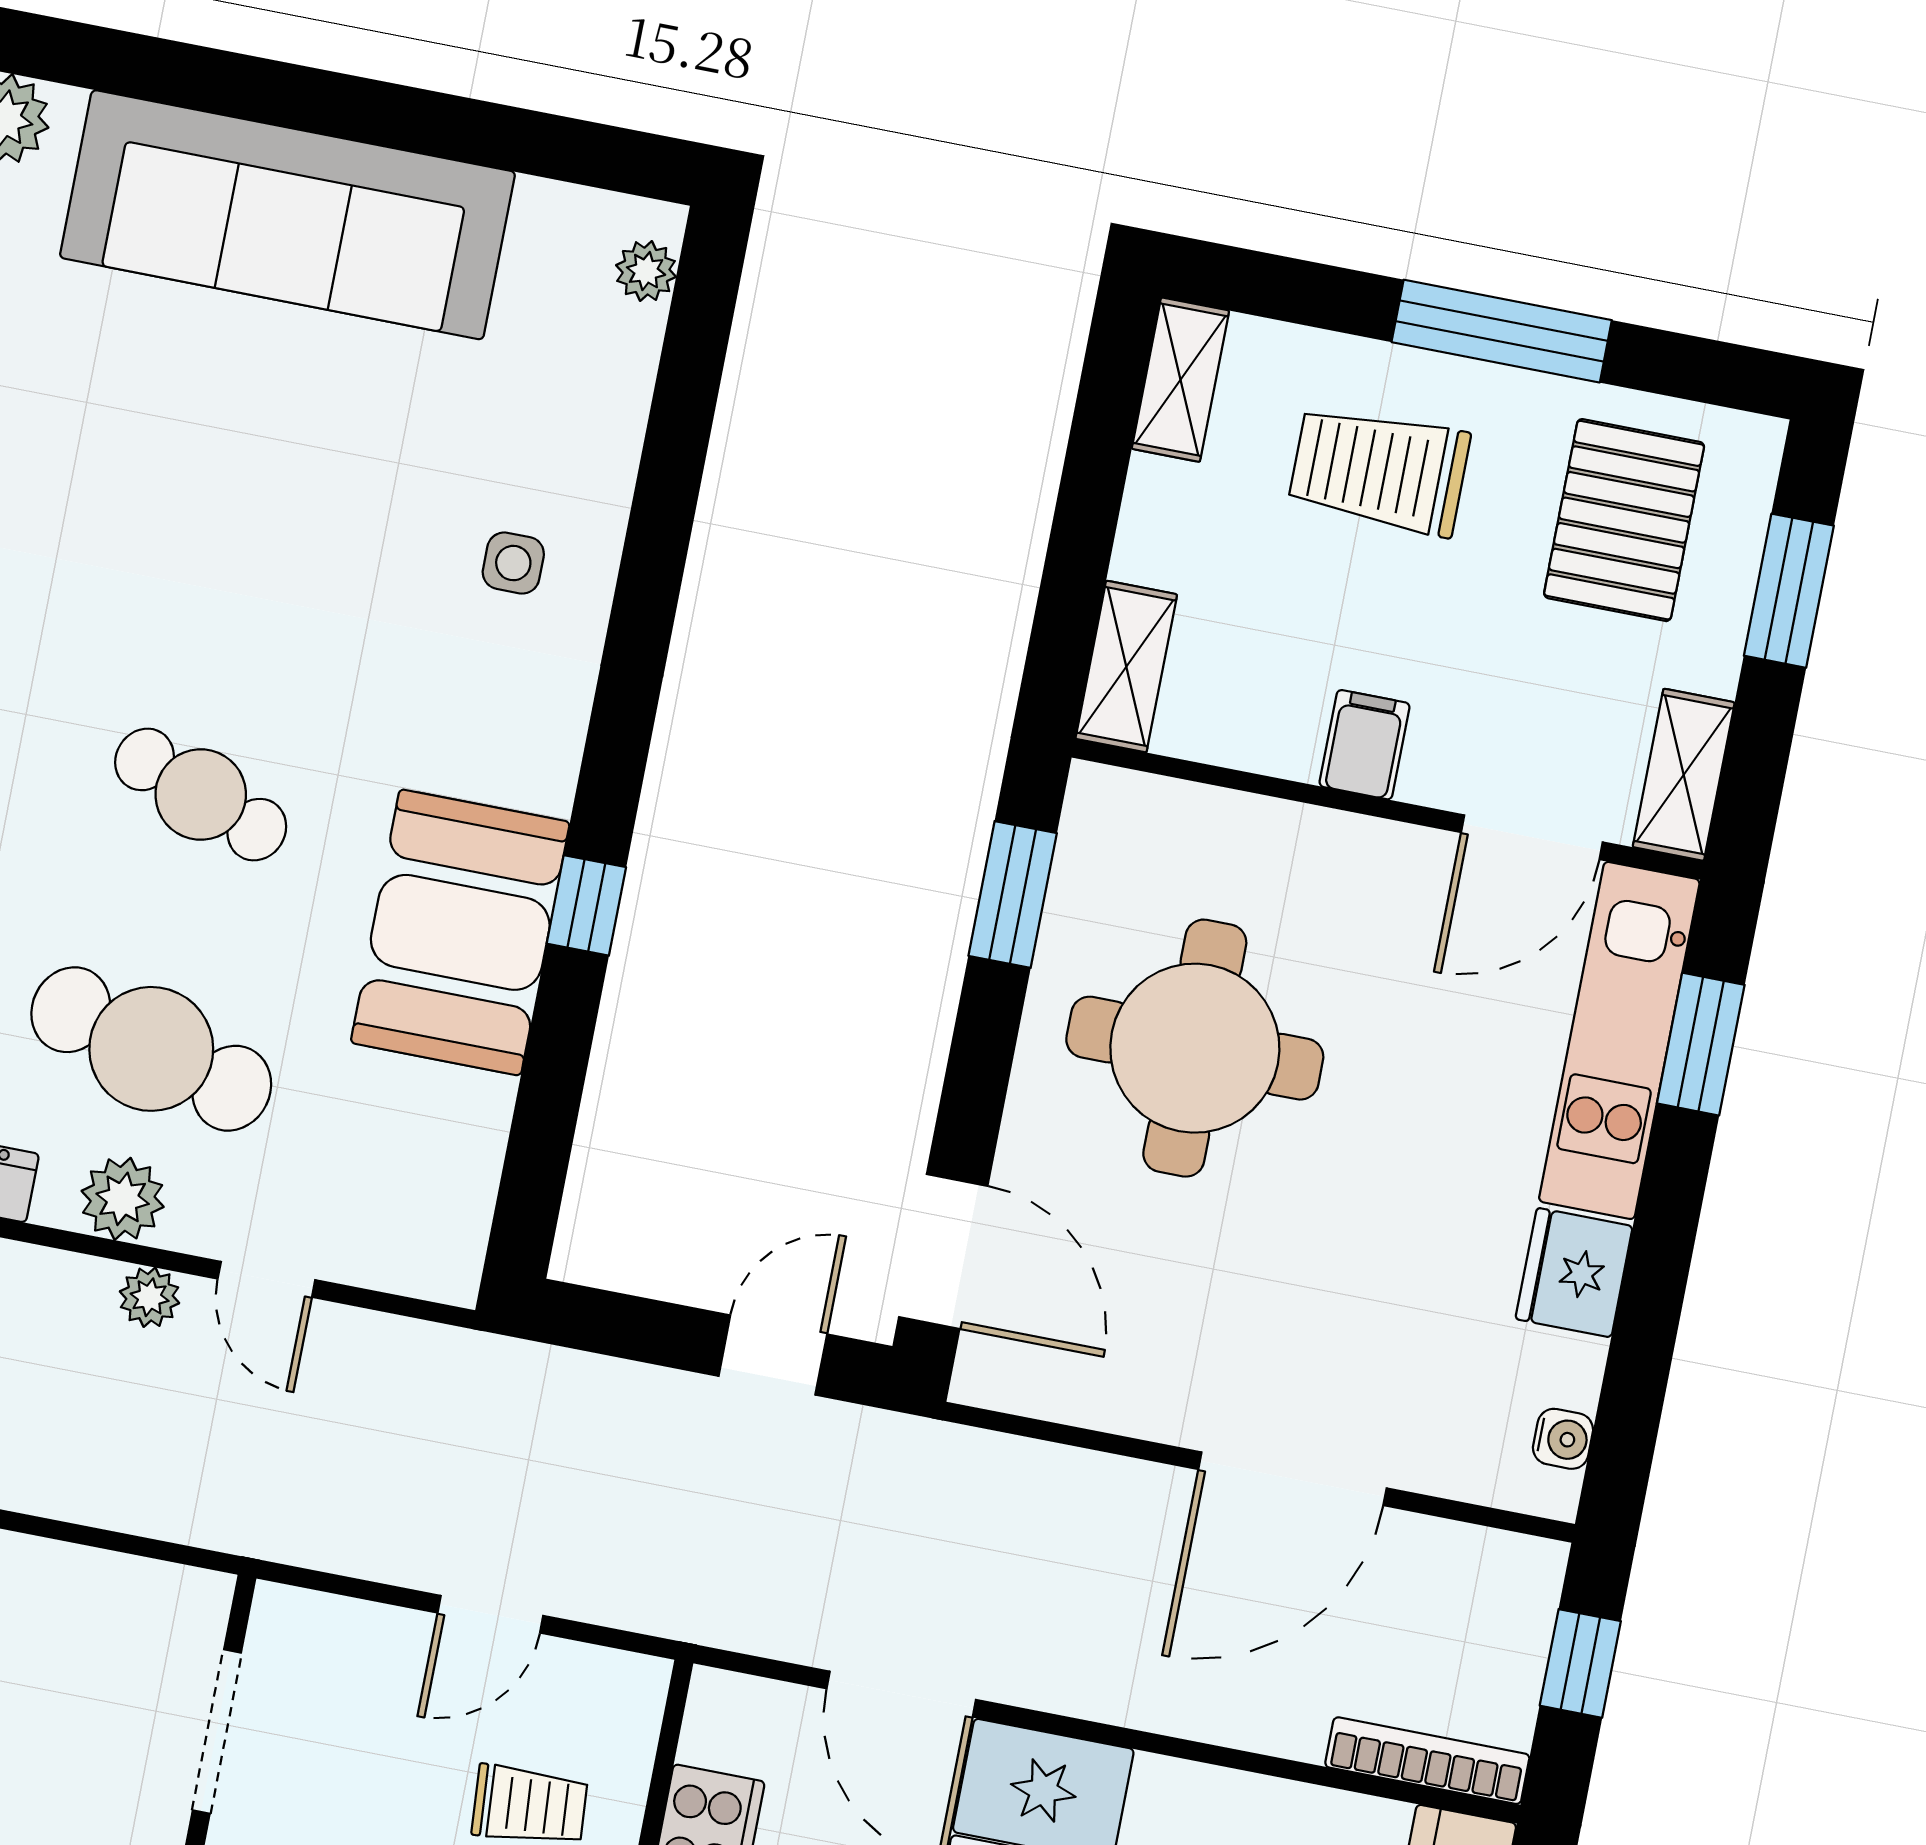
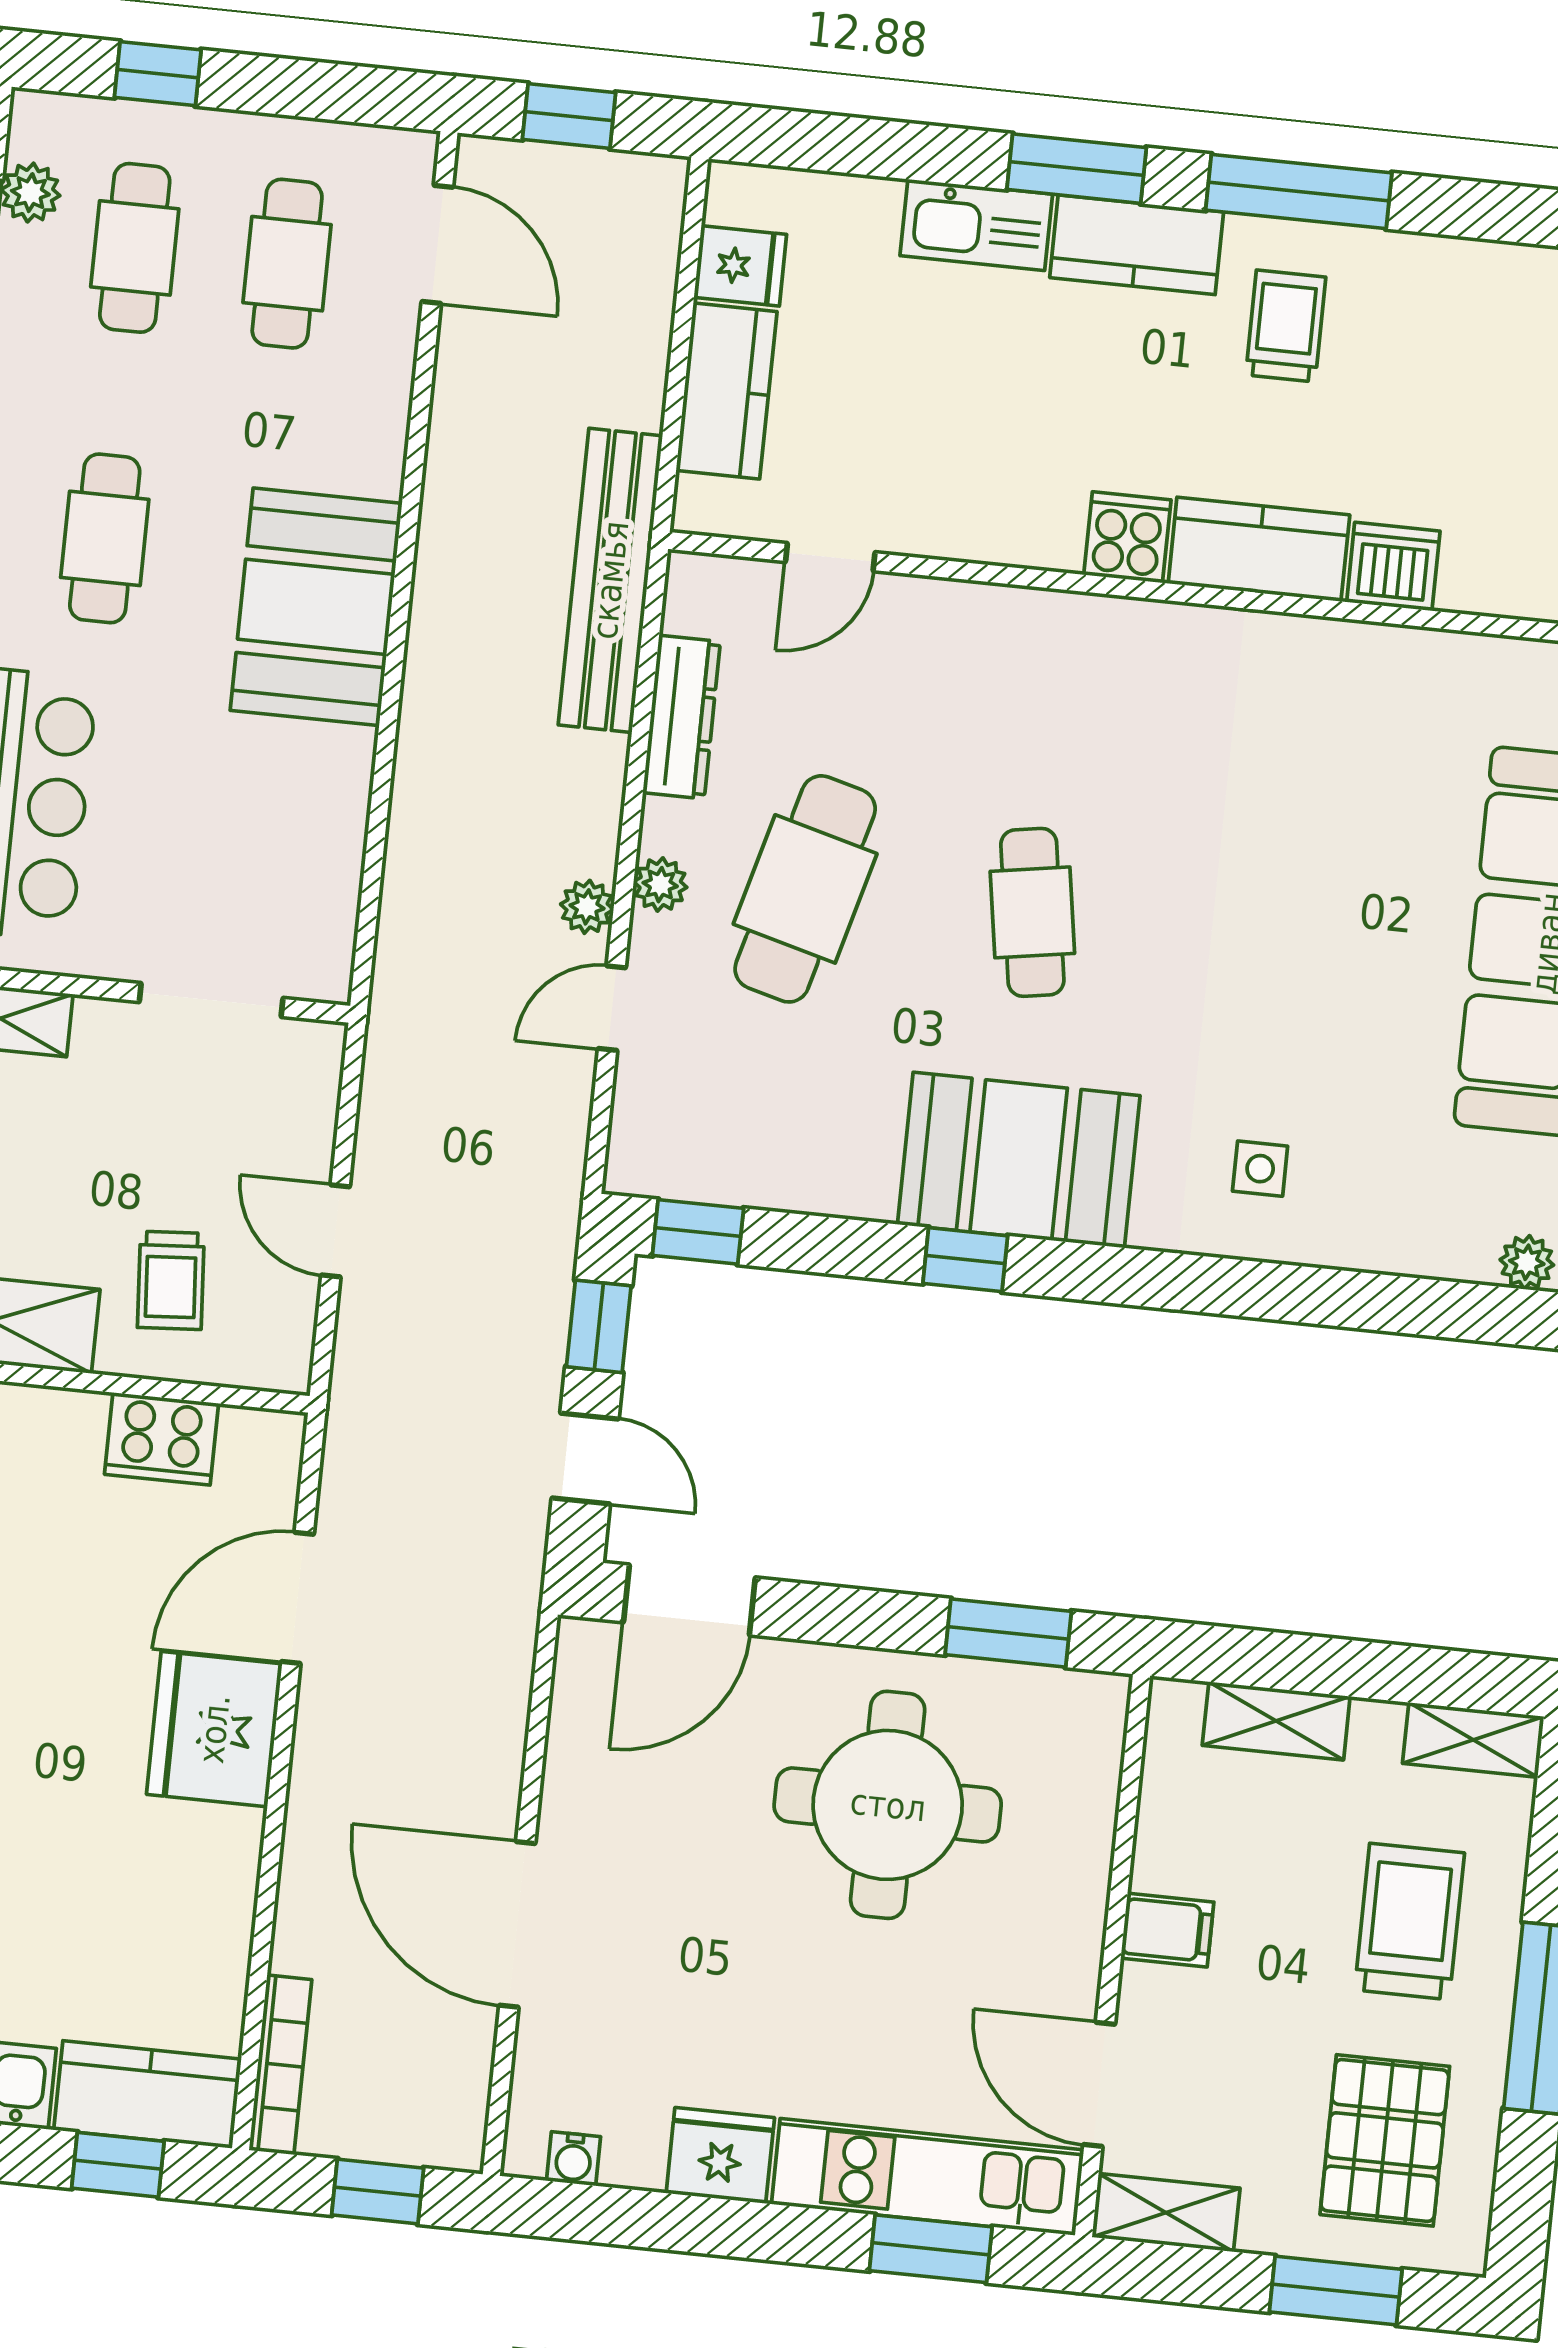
pallet: (1624, 520) -> (1385, 2140), turned 90
shelving: (1126, 667) -> (1276, 1721), moved
cafe table: (201, 795) -> (1032, 912), turned -30
booth: (460, 932) -> (1019, 1160), moved
plant: (123, 1199) -> (660, 885), width x0.73, depth x0.73
window: (528, 1205) -> (698, 1232), added
window: (625, 1326) -> (599, 1326), added

